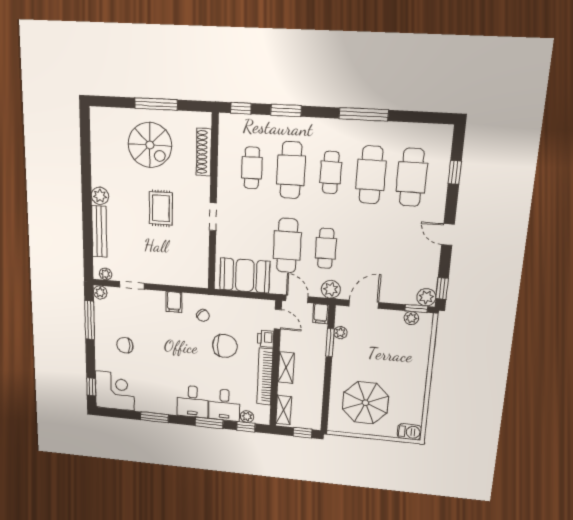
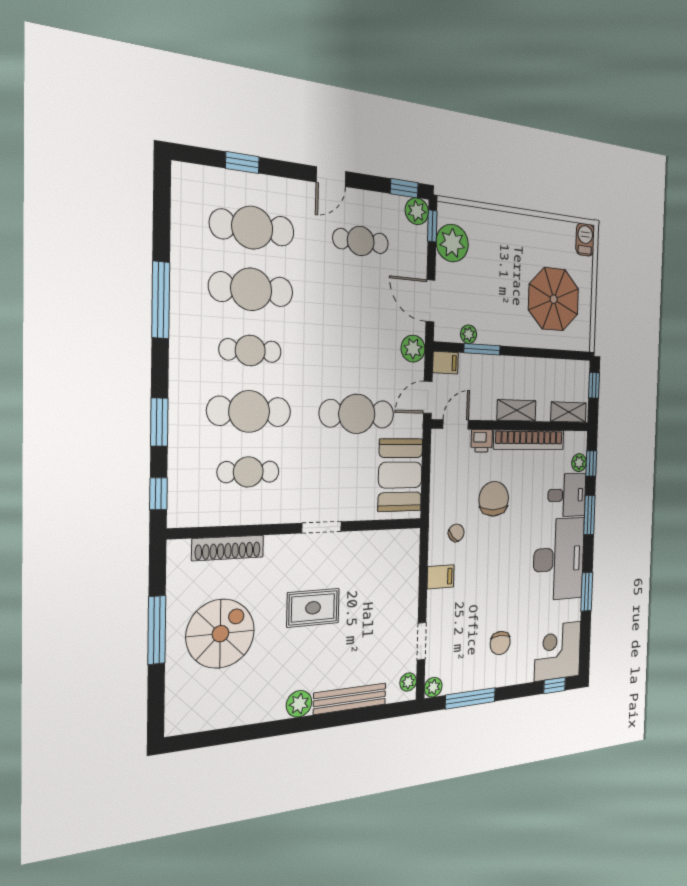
cafe table: (326, 248) -> (361, 241), moved
plant: (411, 318) -> (452, 243), width x1.88, depth x1.88
desk: (193, 402) -> (559, 559), width x1.87, depth x1.30

